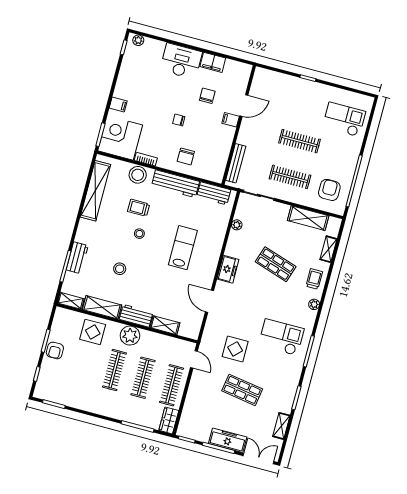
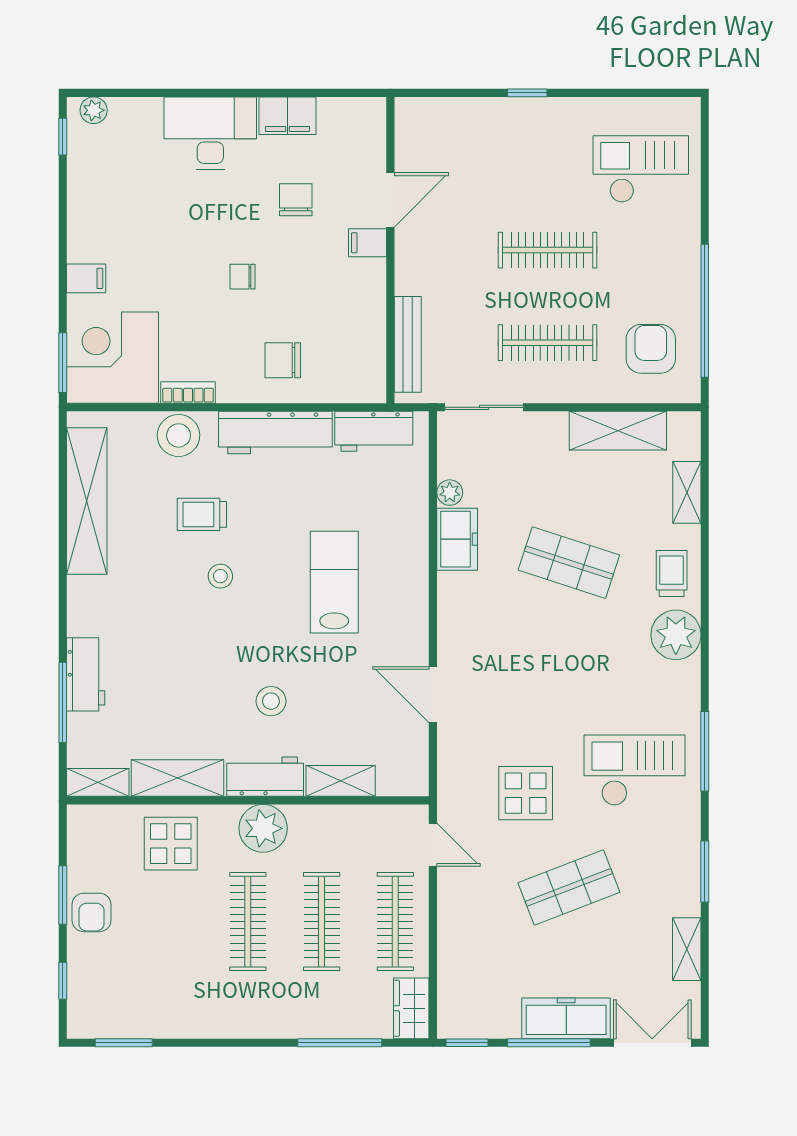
chair: (186, 156) -> (283, 360), turned 90
stool: (120, 269) -> (271, 701), moved
freezer: (228, 269) -> (457, 539), moved
plant: (314, 304) -> (676, 635), width x1.87, depth x1.87
checkout: (281, 337) -> (634, 770), moved
shop shelf: (242, 390) -> (569, 887), turned -30

